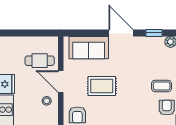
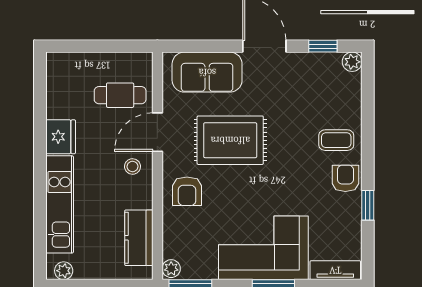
door: (61, 82) -> (157, 132), hinge flipped
rug: (102, 86) -> (230, 140), width x1.36, depth x1.43

